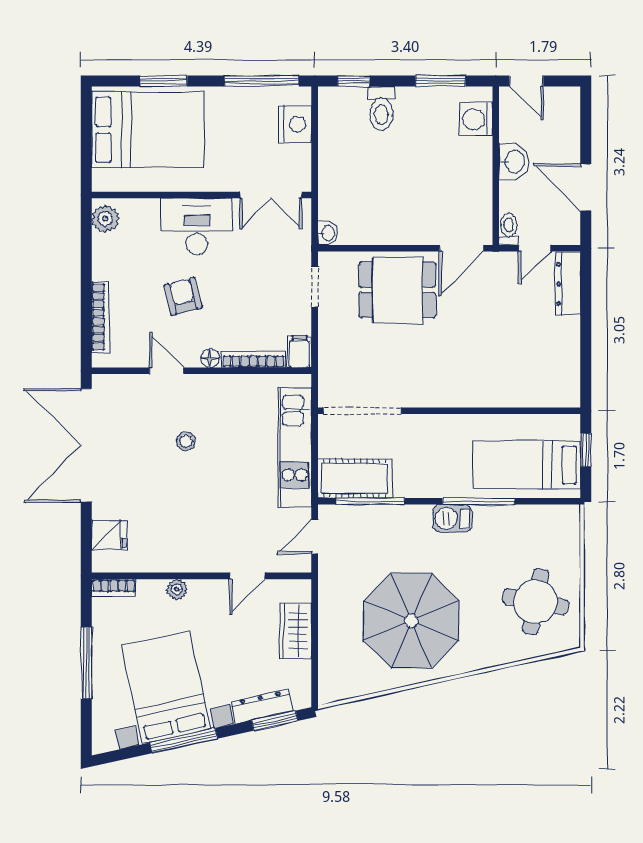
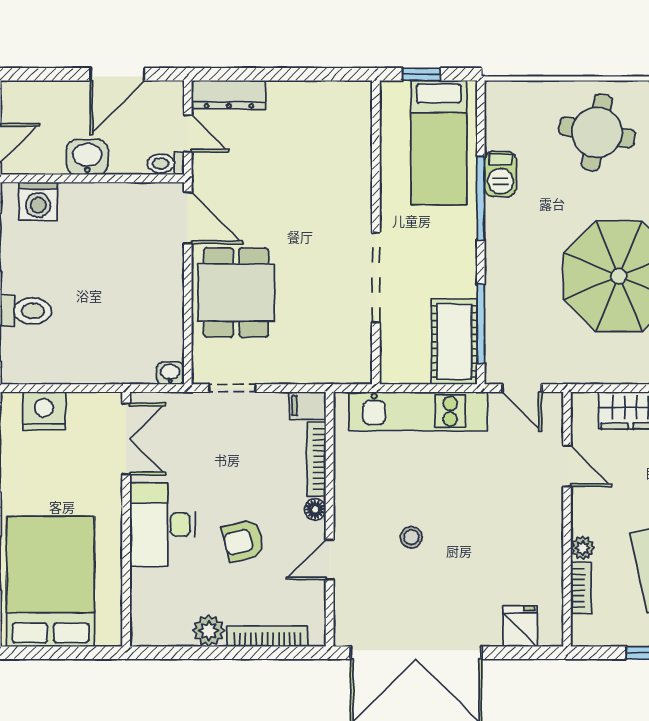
plant: (105, 219) -> (209, 631), moved
doorway: (362, 411) -> (376, 278), moved
barbecue: (452, 518) -> (500, 174), moved
bookcase: (114, 588) -> (581, 588), moved

